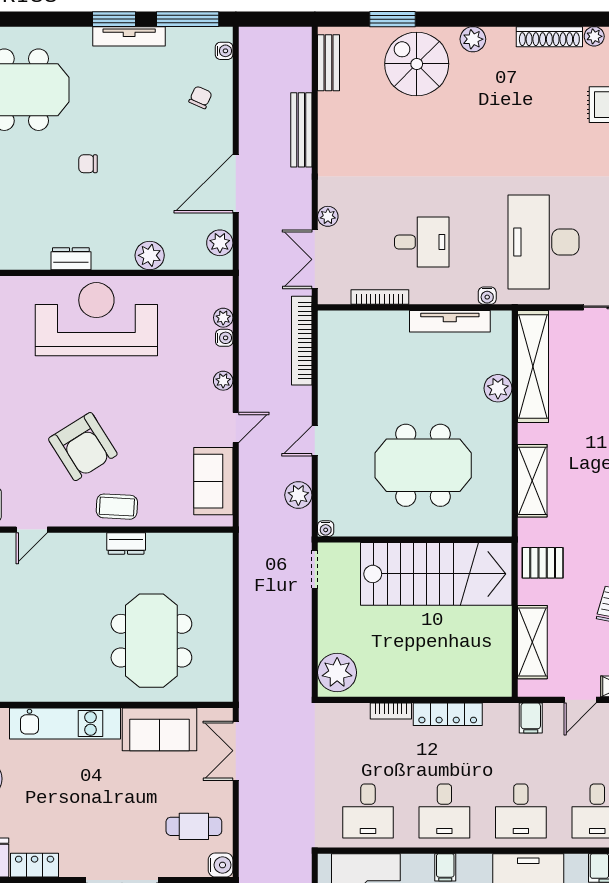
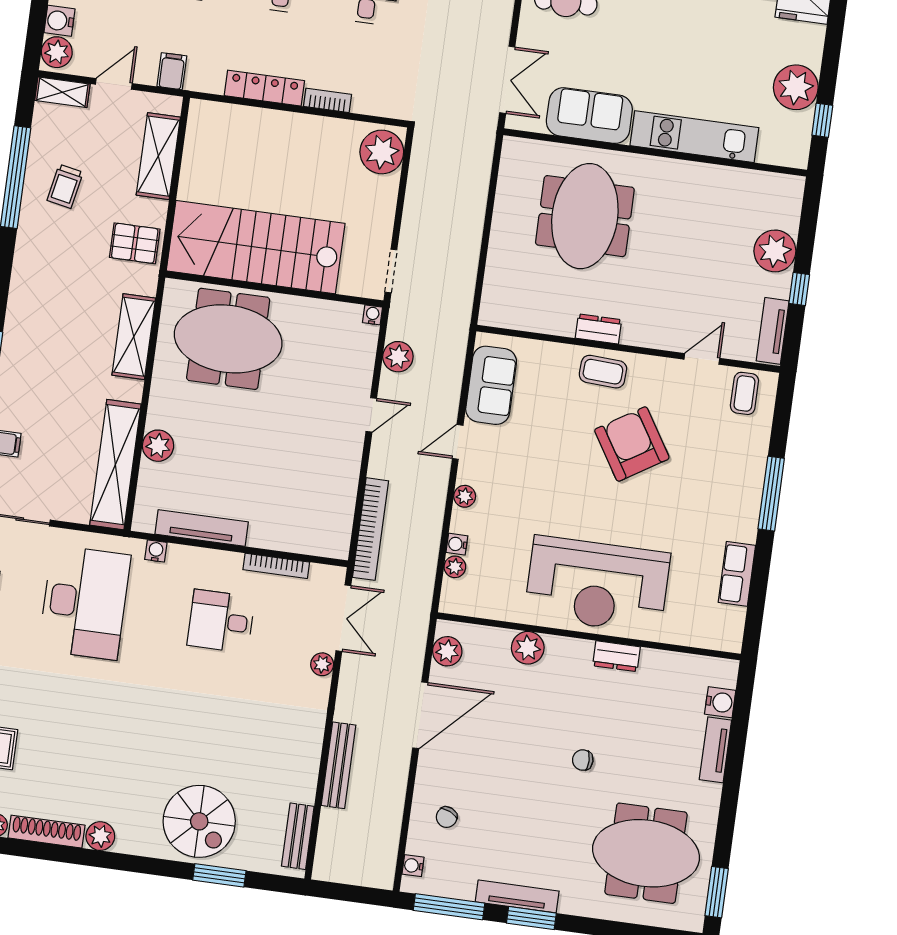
plant: (473, 39) -> (100, 836), moved
chair: (88, 164) -> (583, 760), turned 180
meeting table: (423, 465) -> (228, 339), moved

